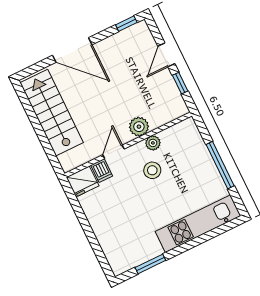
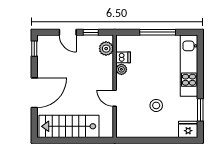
plant: (139, 127) -> (106, 49), moved
stool: (152, 170) -> (156, 105), moved
dishwasher: (102, 171) -> (123, 57), moved
fridge: (82, 181) -> (188, 129), moved, turned -90

